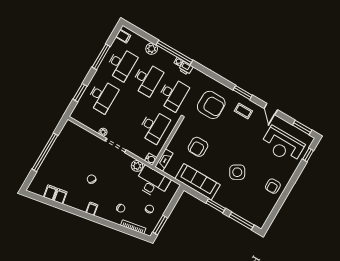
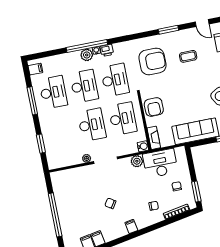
plant: (152, 49) -> (87, 55), moved
desk: (102, 96) -> (92, 125), moved
coffee table: (243, 111) -> (188, 56), moved
armchair: (198, 147) -> (154, 107), moved

